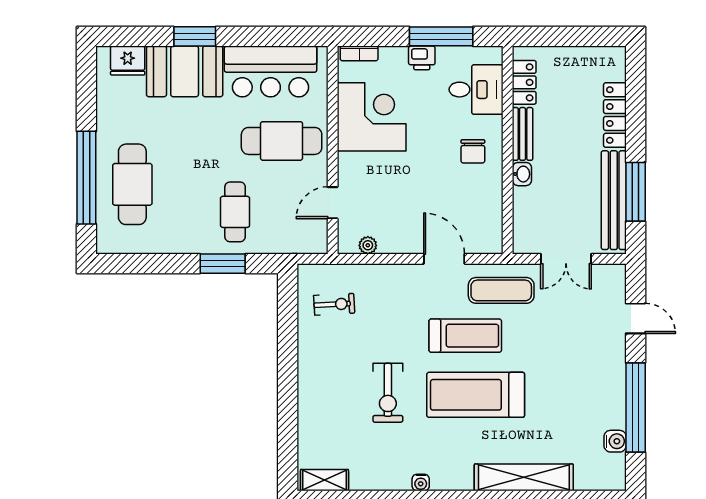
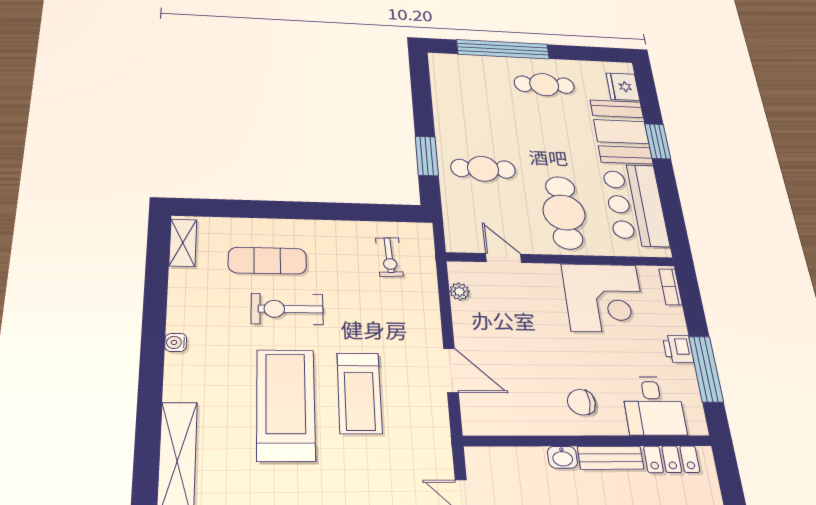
cafe table: (132, 184) -> (544, 85), moved, width x0.73, depth x0.74
door: (444, 259) -> (451, 370), hinge flipped
exercise mat: (501, 290) -> (267, 261), moved, turned 90

